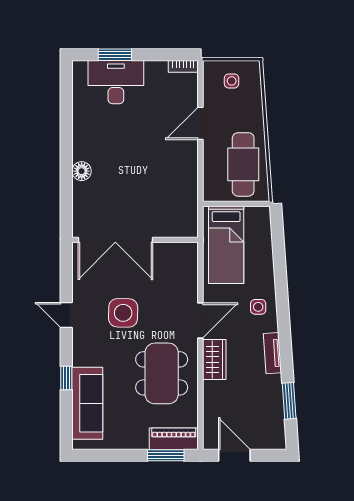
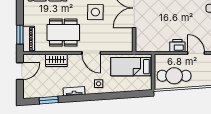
printer: (186, 158) -> (177, 46), added
wardrobe: (214, 360) -> (56, 60), moved

